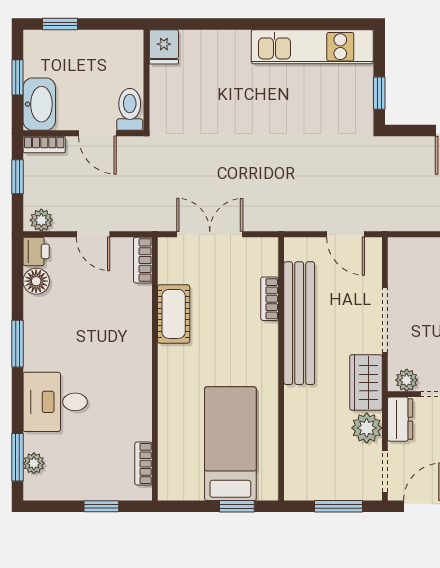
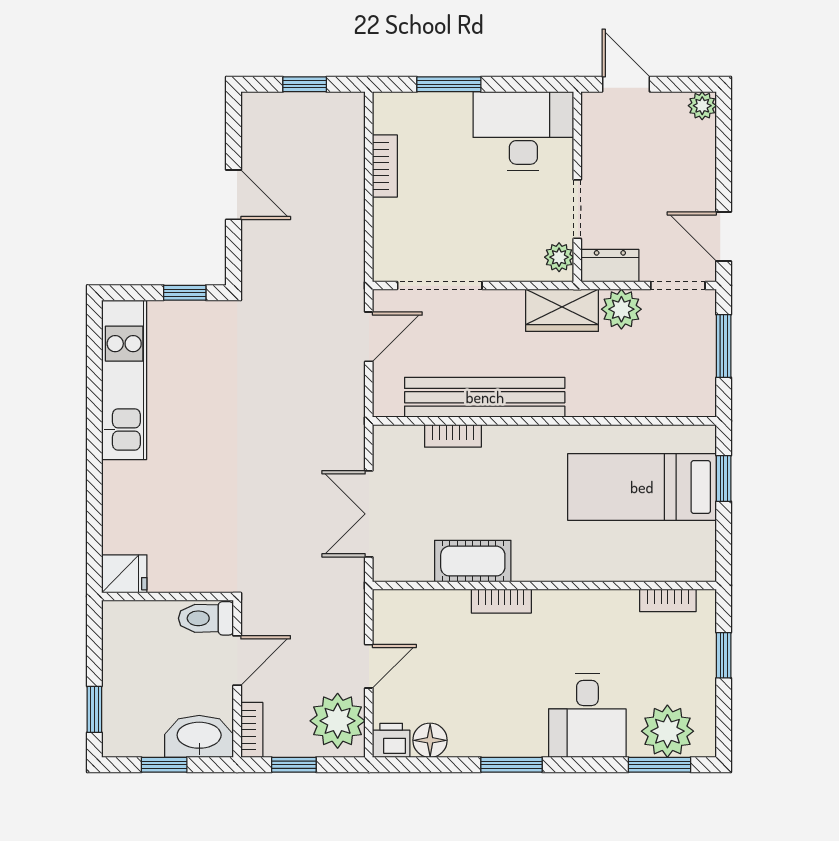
plant: (41, 220) -> (338, 721), width x1.88, depth x1.88
bookcase: (143, 260) -> (501, 601), moved
doorway: (385, 320) -> (440, 285), moved
plant: (34, 463) -> (667, 731), width x1.88, depth x1.88

